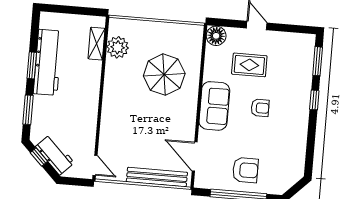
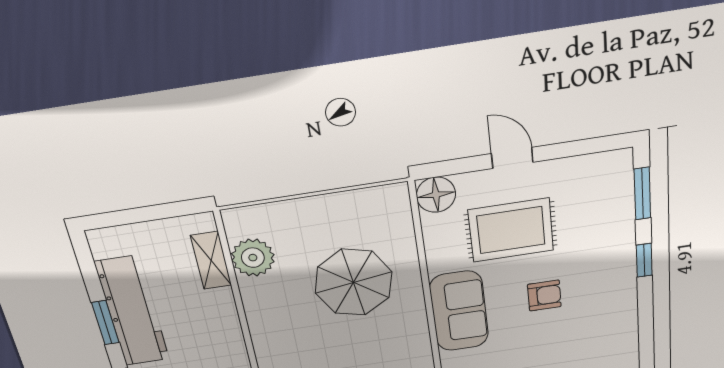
rug: (249, 65) -> (511, 230), width x1.36, depth x1.43

